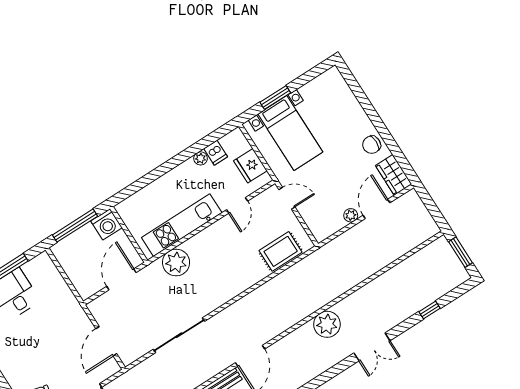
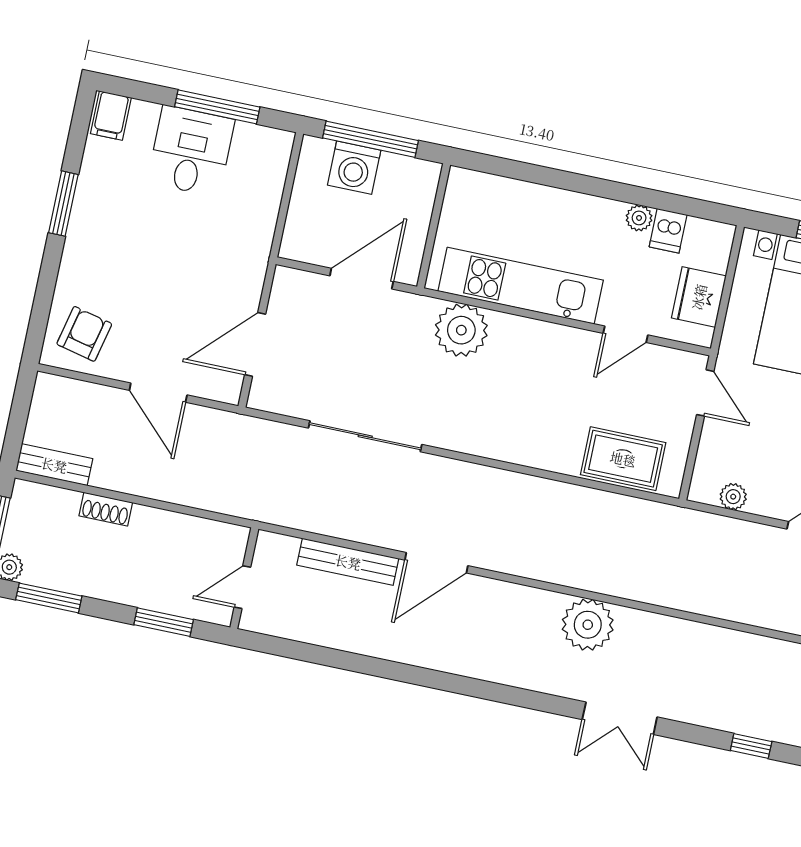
plant: (351, 215) -> (733, 497), moved
washing machine: (106, 224) -> (354, 168), moved

